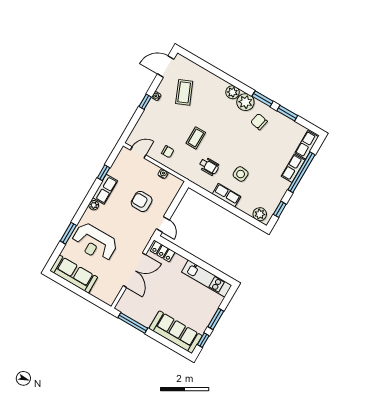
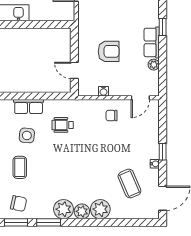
plant: (218, 86) -> (100, 209), added
chair: (259, 122) -> (19, 204), moved
coffee table: (196, 138) -> (20, 167), moved
window: (104, 173) -> (163, 27), moved
plant: (94, 205) -> (154, 65), moved
door: (163, 224) -> (74, 70), moved
locker: (163, 251) -> (59, 14), removed

